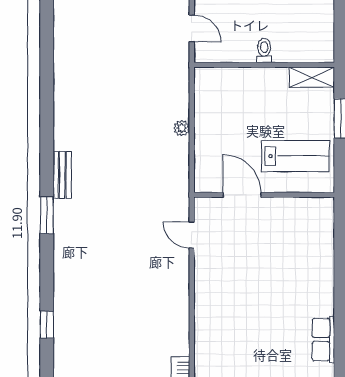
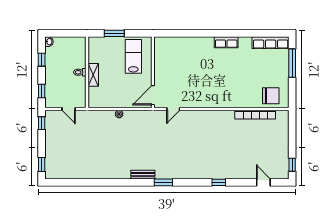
door: (192, 28) -> (69, 109), swing flipped
shelving: (312, 77) -> (93, 75), moved
door: (242, 195) -> (153, 95), moved

